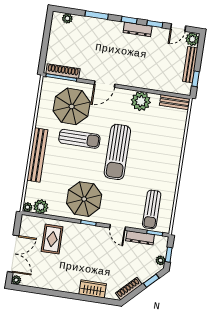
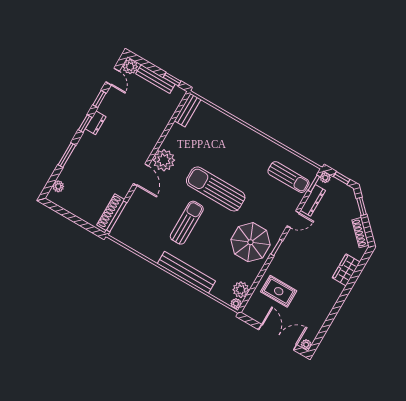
dresser: (138, 29) -> (96, 123), width x0.70
plant: (141, 101) -> (164, 160), moved
parasol: (72, 106) -> (150, 218), removed
sun lounger: (117, 152) -> (216, 189), turned 180
plant: (160, 260) -> (325, 178), moved

